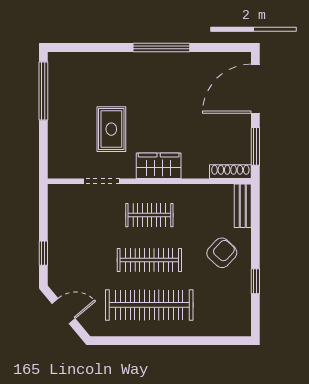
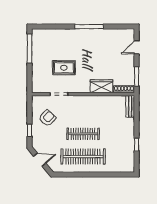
door: (255, 89) -> (137, 47), width x0.53
rug: (111, 129) -> (64, 68), turned 90
wardrobe: (159, 166) -> (101, 86), moved
clothes rail: (149, 215) -> (83, 111), removed
armchair: (222, 253) -> (47, 118), moved

